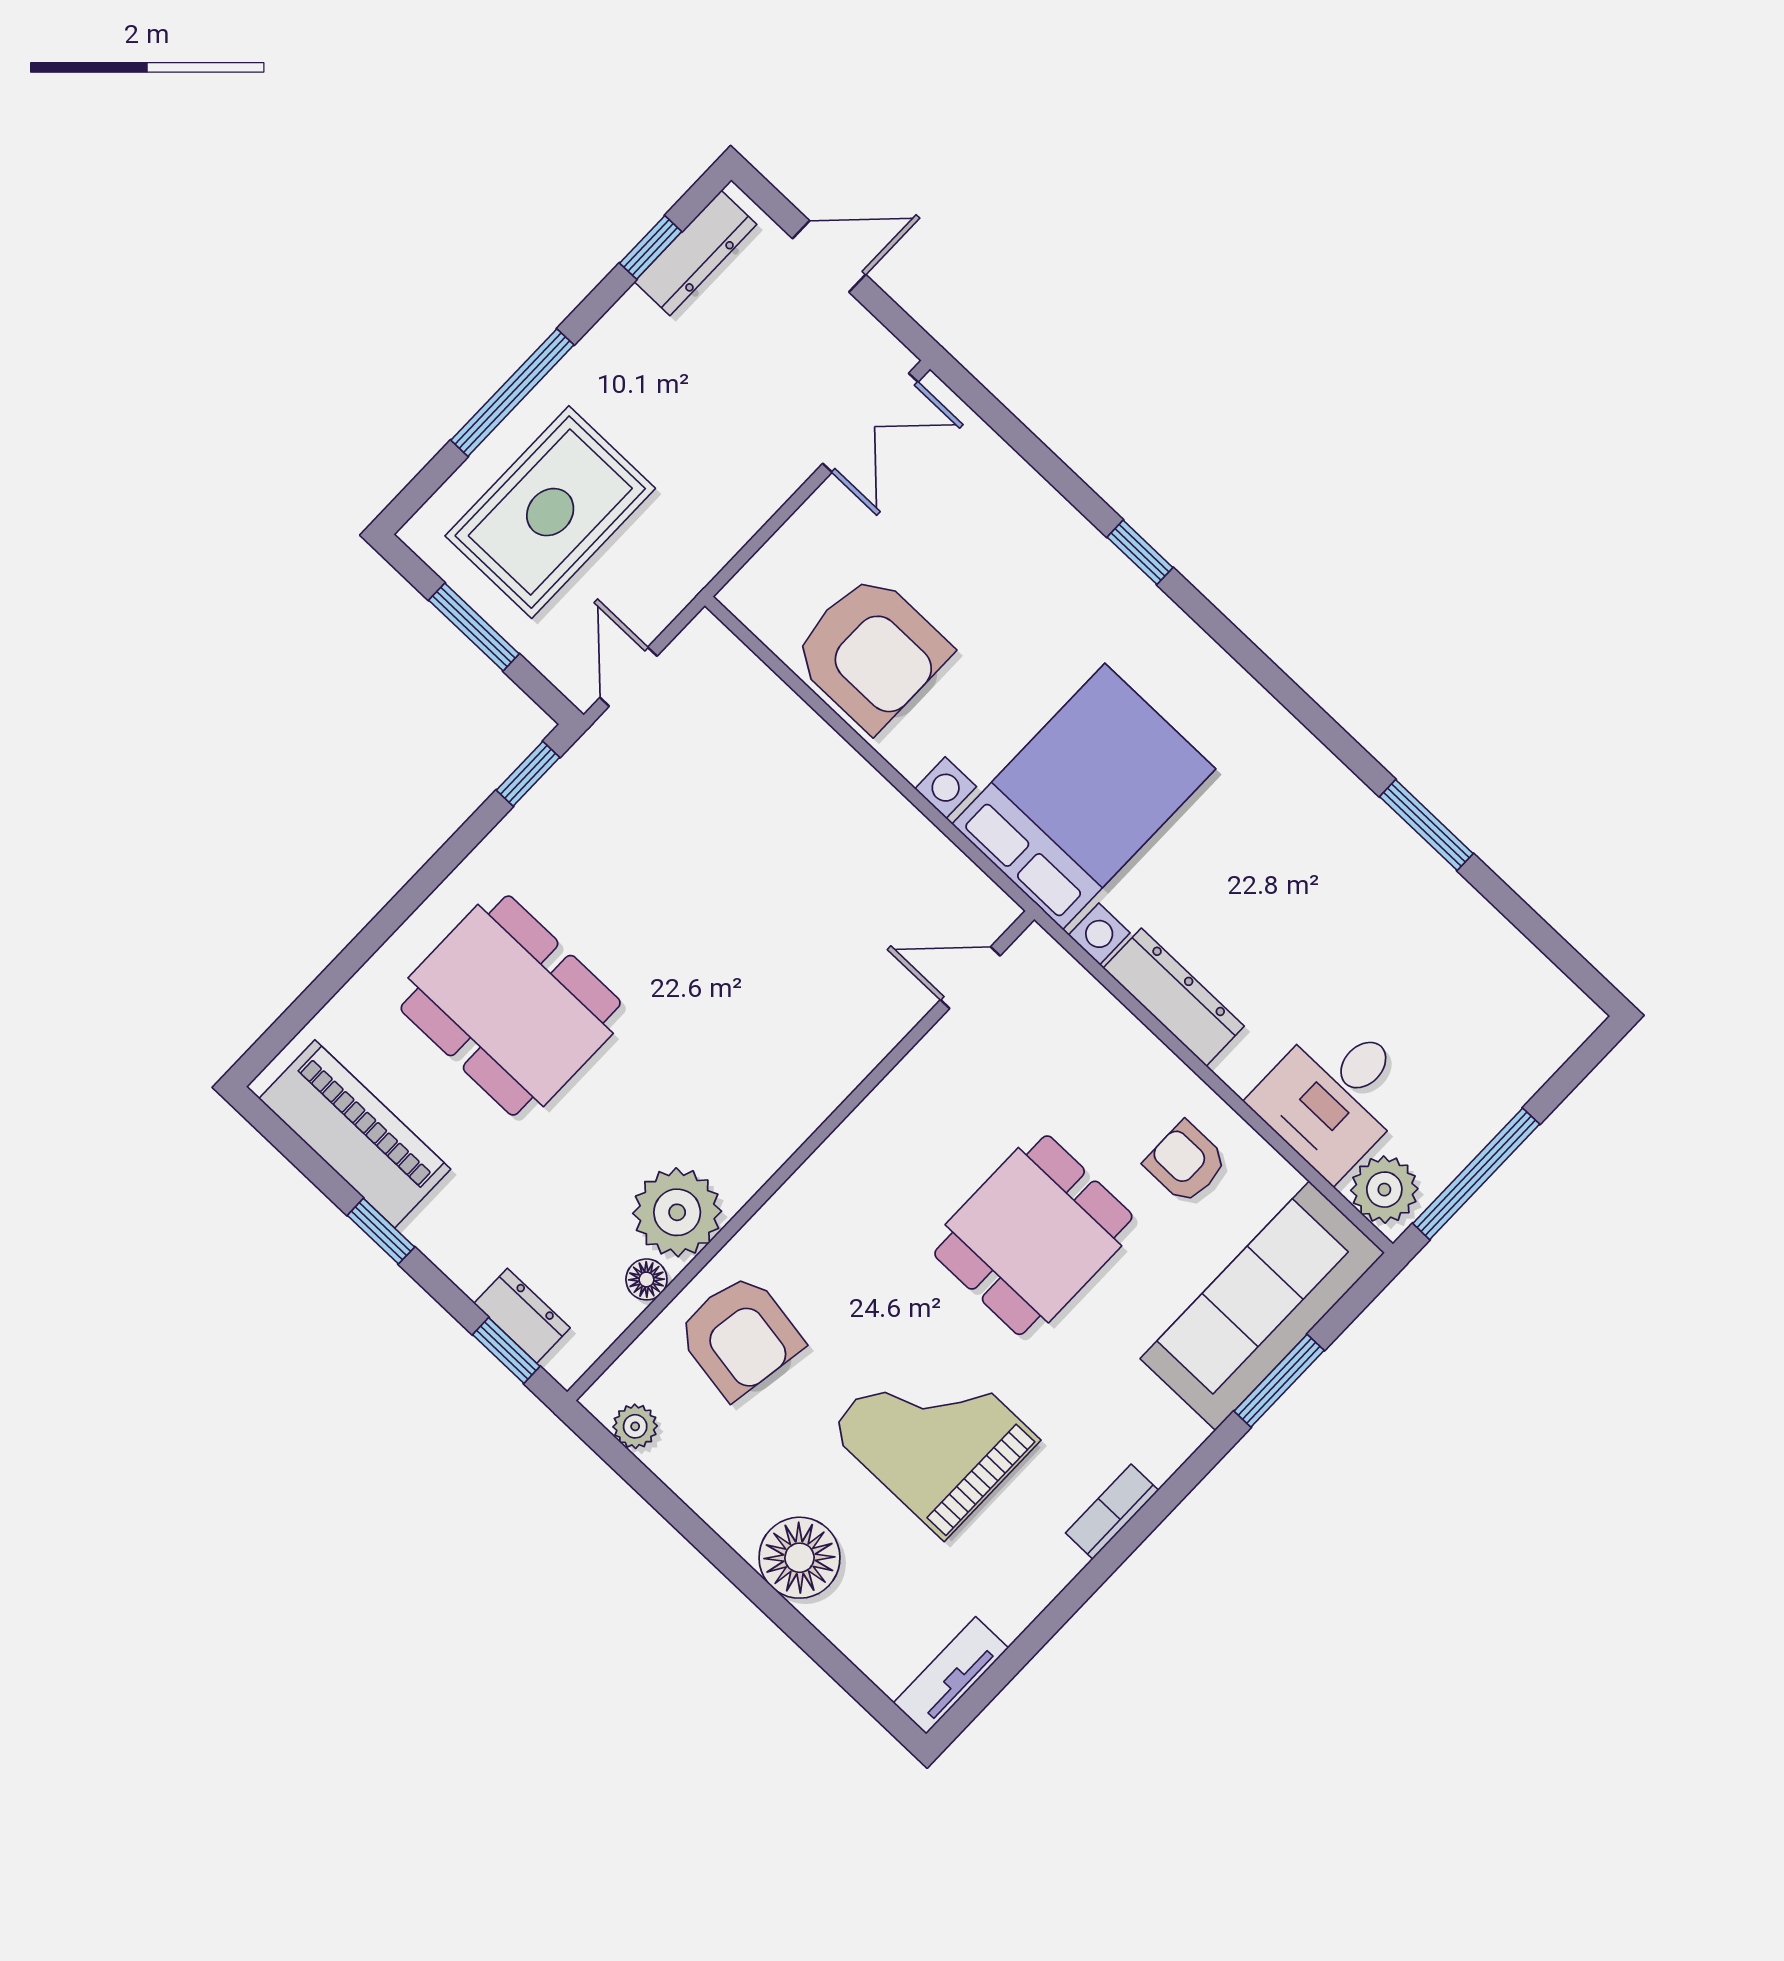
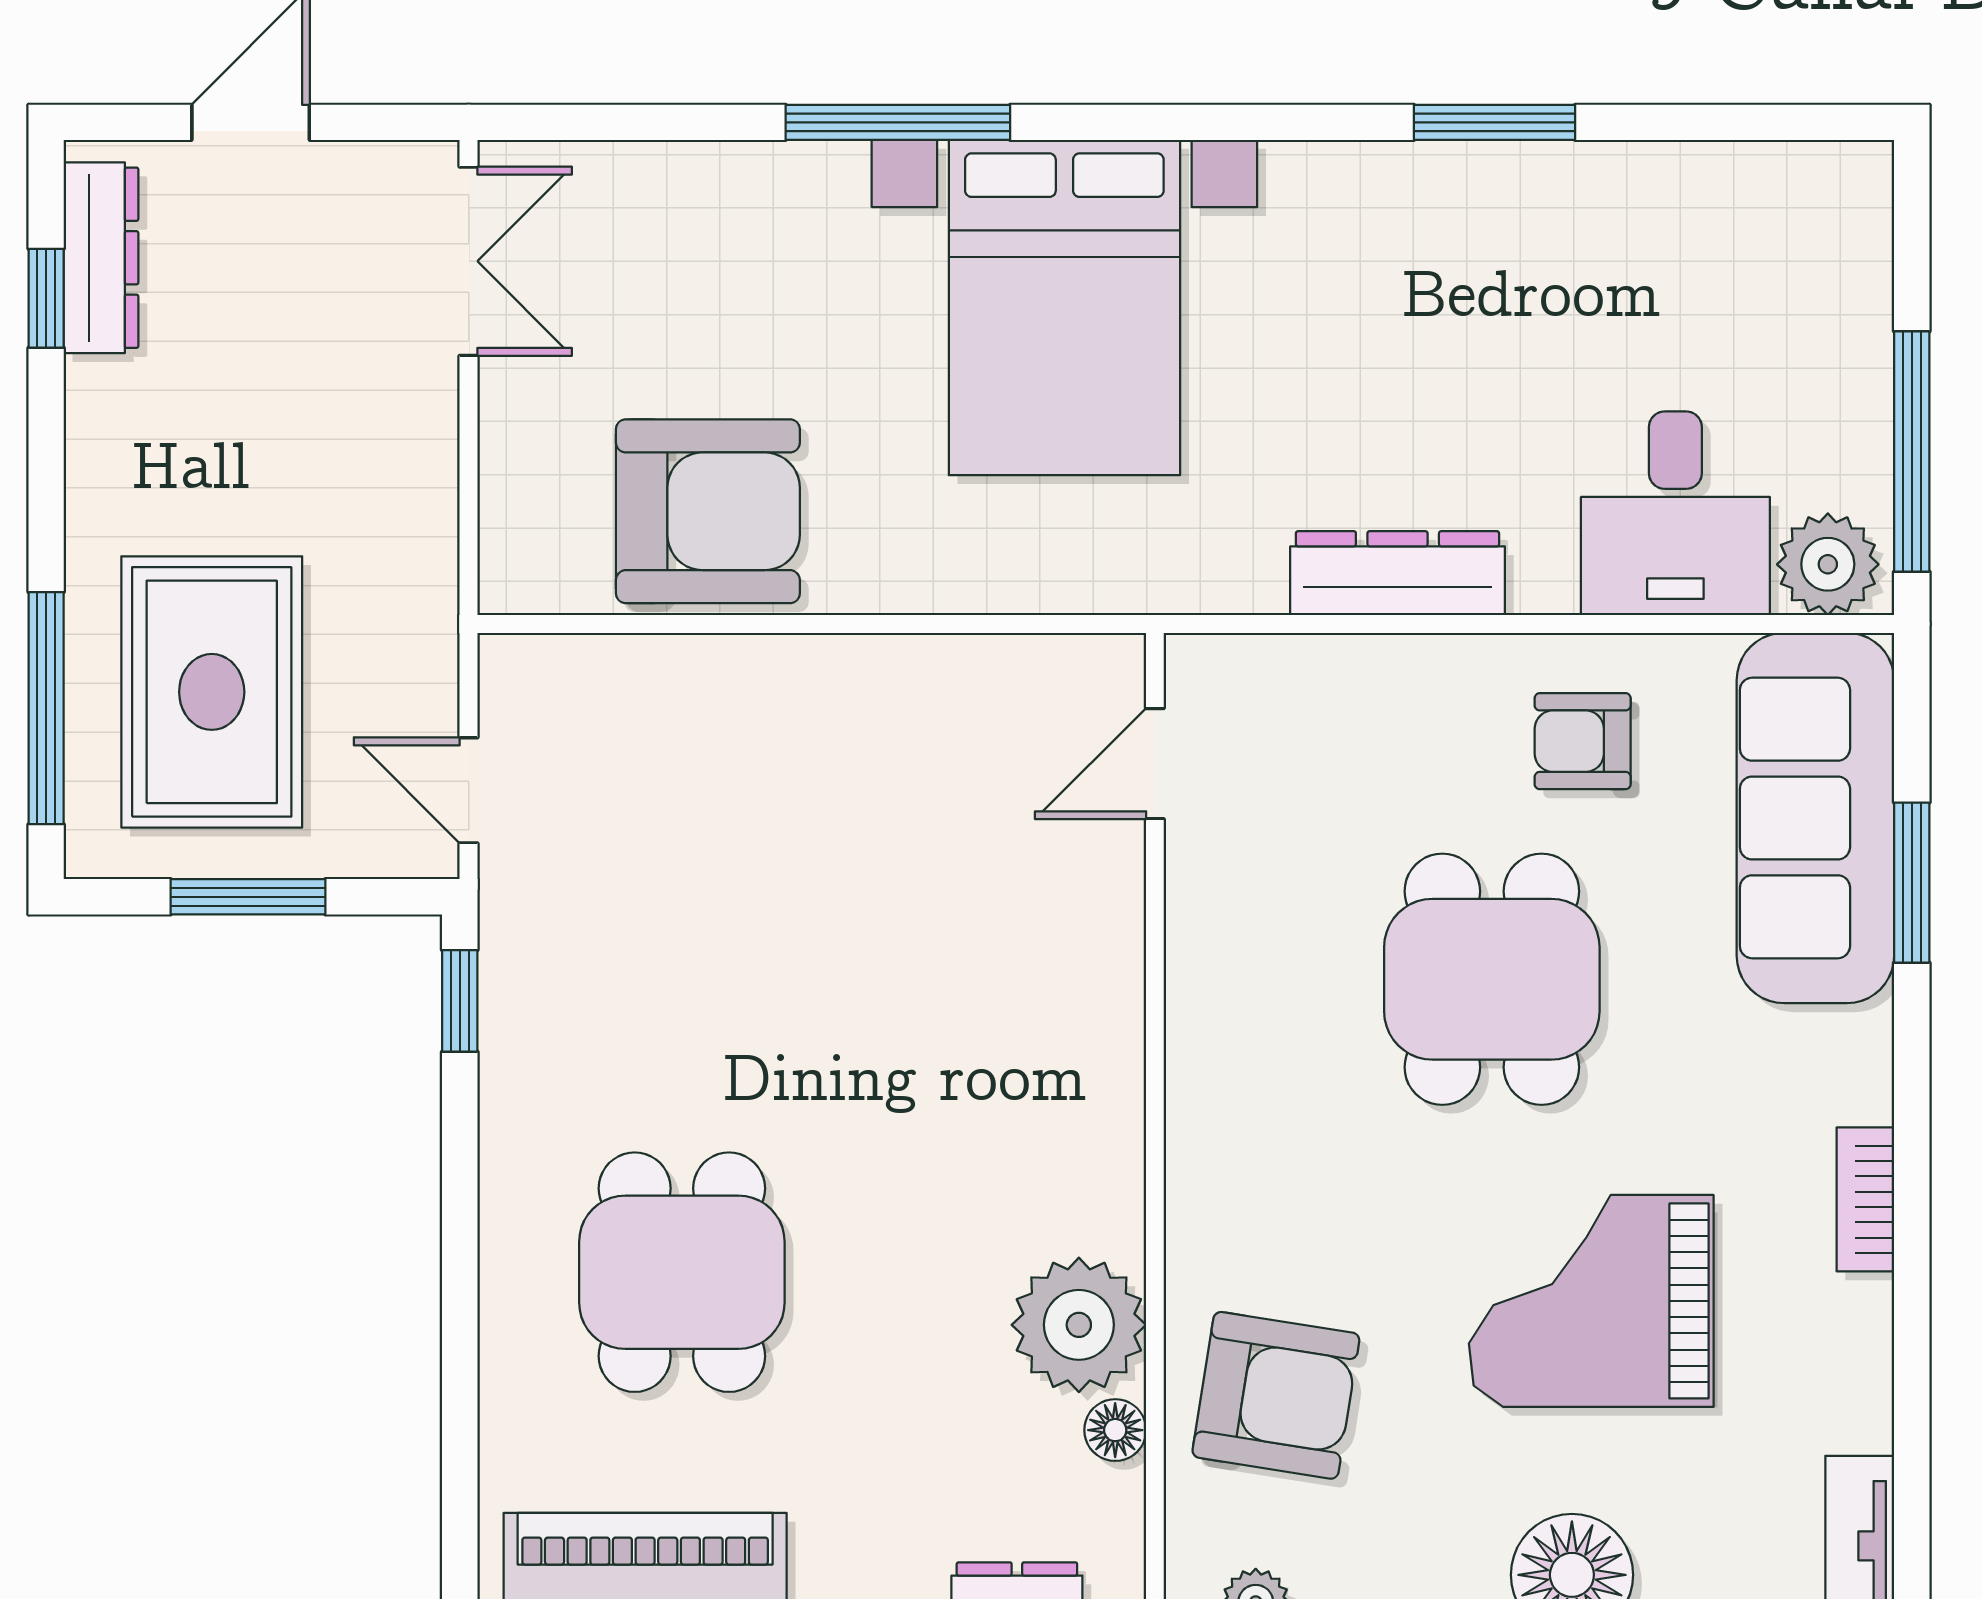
window: (512, 393) -> (46, 708), moved
window: (1140, 552) -> (898, 122), width x2.17
bed with nightstands: (1084, 796) -> (1064, 308), moved, turned 180
dining table: (511, 1006) -> (682, 1272), width x0.73

